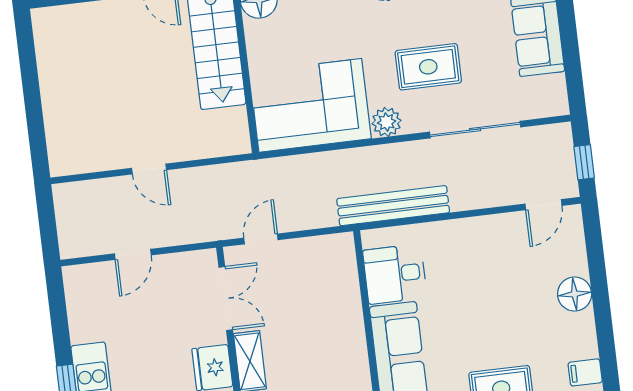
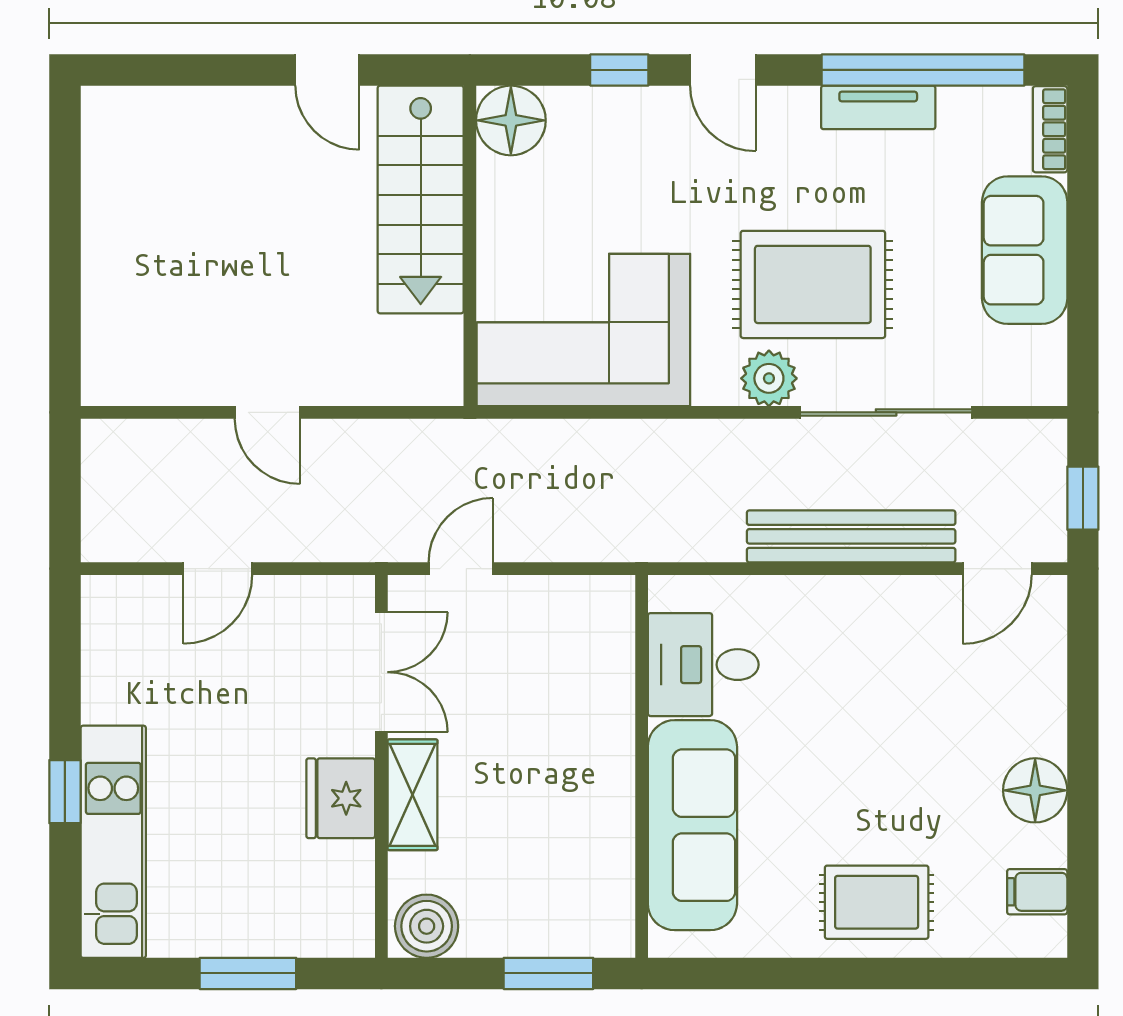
rug: (428, 67) -> (813, 284), width x1.36, depth x1.43
plant: (386, 122) -> (769, 378), moved
bench: (393, 206) -> (851, 536), moved
floor lamp: (575, 294) -> (1035, 790), moved

